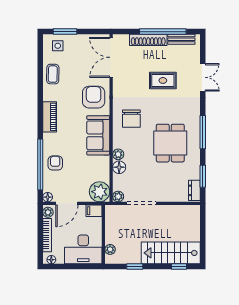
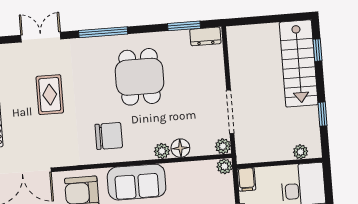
window: (203, 132) -> (103, 32), moved
dining table: (170, 143) -> (140, 77), turned 90
plant: (100, 192) -> (224, 166), width x0.53, depth x0.53

